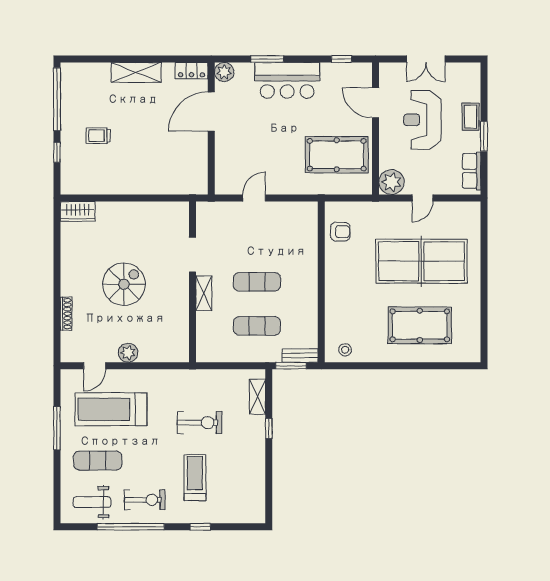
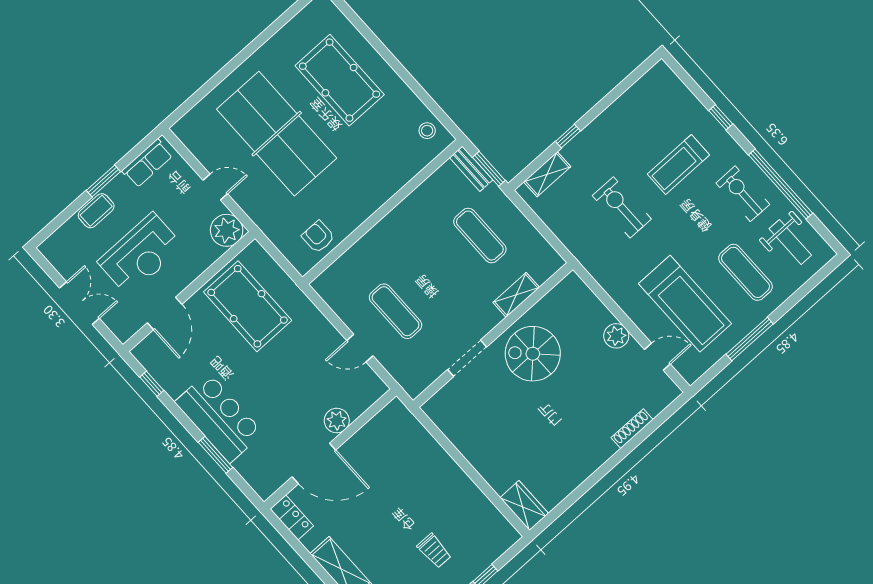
plant: (224, 72) -> (337, 421), moved
exercise mat: (257, 282) -> (396, 311), moved
spiral stairs: (124, 284) -> (533, 354), moved
shelving: (204, 293) -> (516, 295), moved

